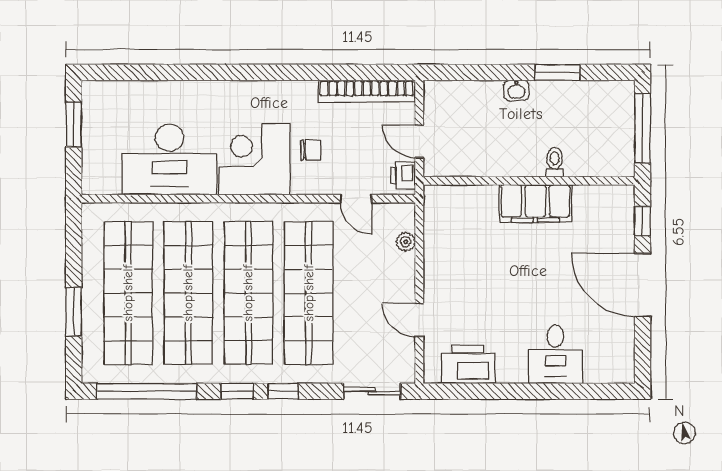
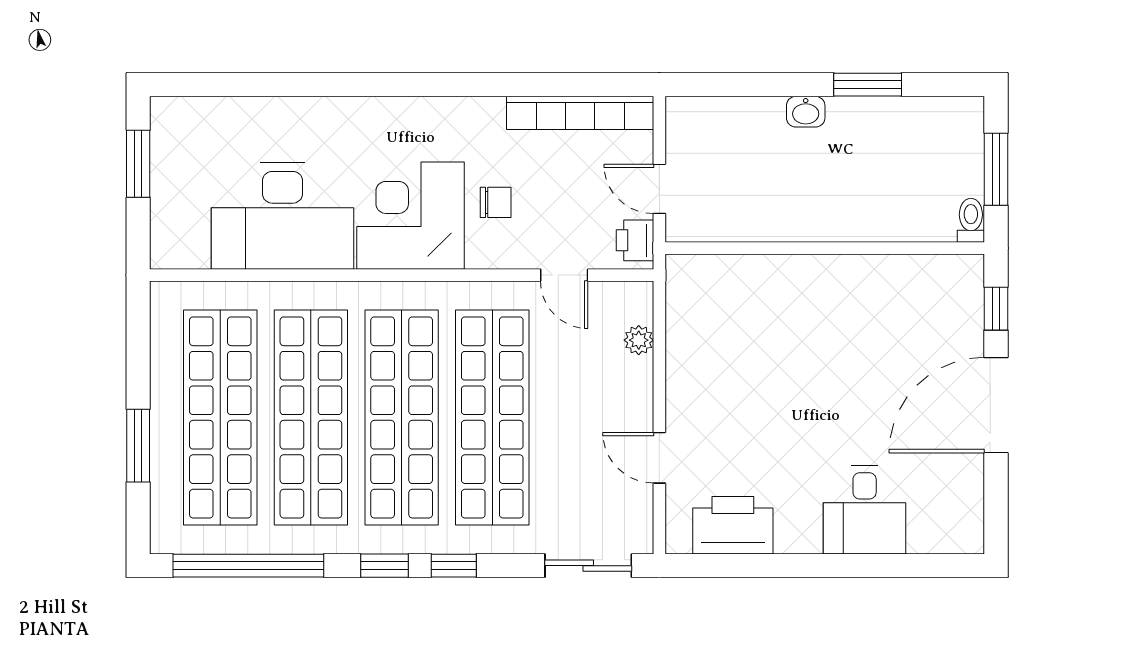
window: (643, 128) -> (996, 169), width x0.69
toilet: (555, 162) -> (971, 220), moved
filing cabinet: (535, 203) -> (834, 282), removed
door: (643, 285) -> (996, 405), hinge flipped

